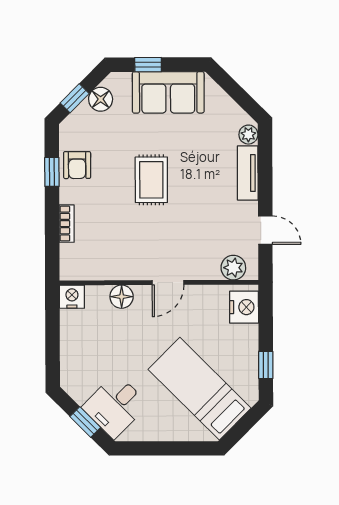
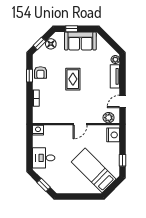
door: (265, 230) -> (123, 101), swing flipped
floor lamp: (122, 297) -> (60, 130), removed
desk: (115, 406) -> (44, 158), moved, turned 45

